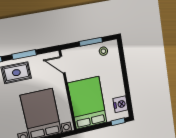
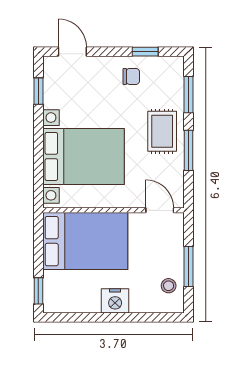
door: (63, 65) -> (160, 210), hinge flipped
nightstand: (121, 104) -> (115, 301), moved

